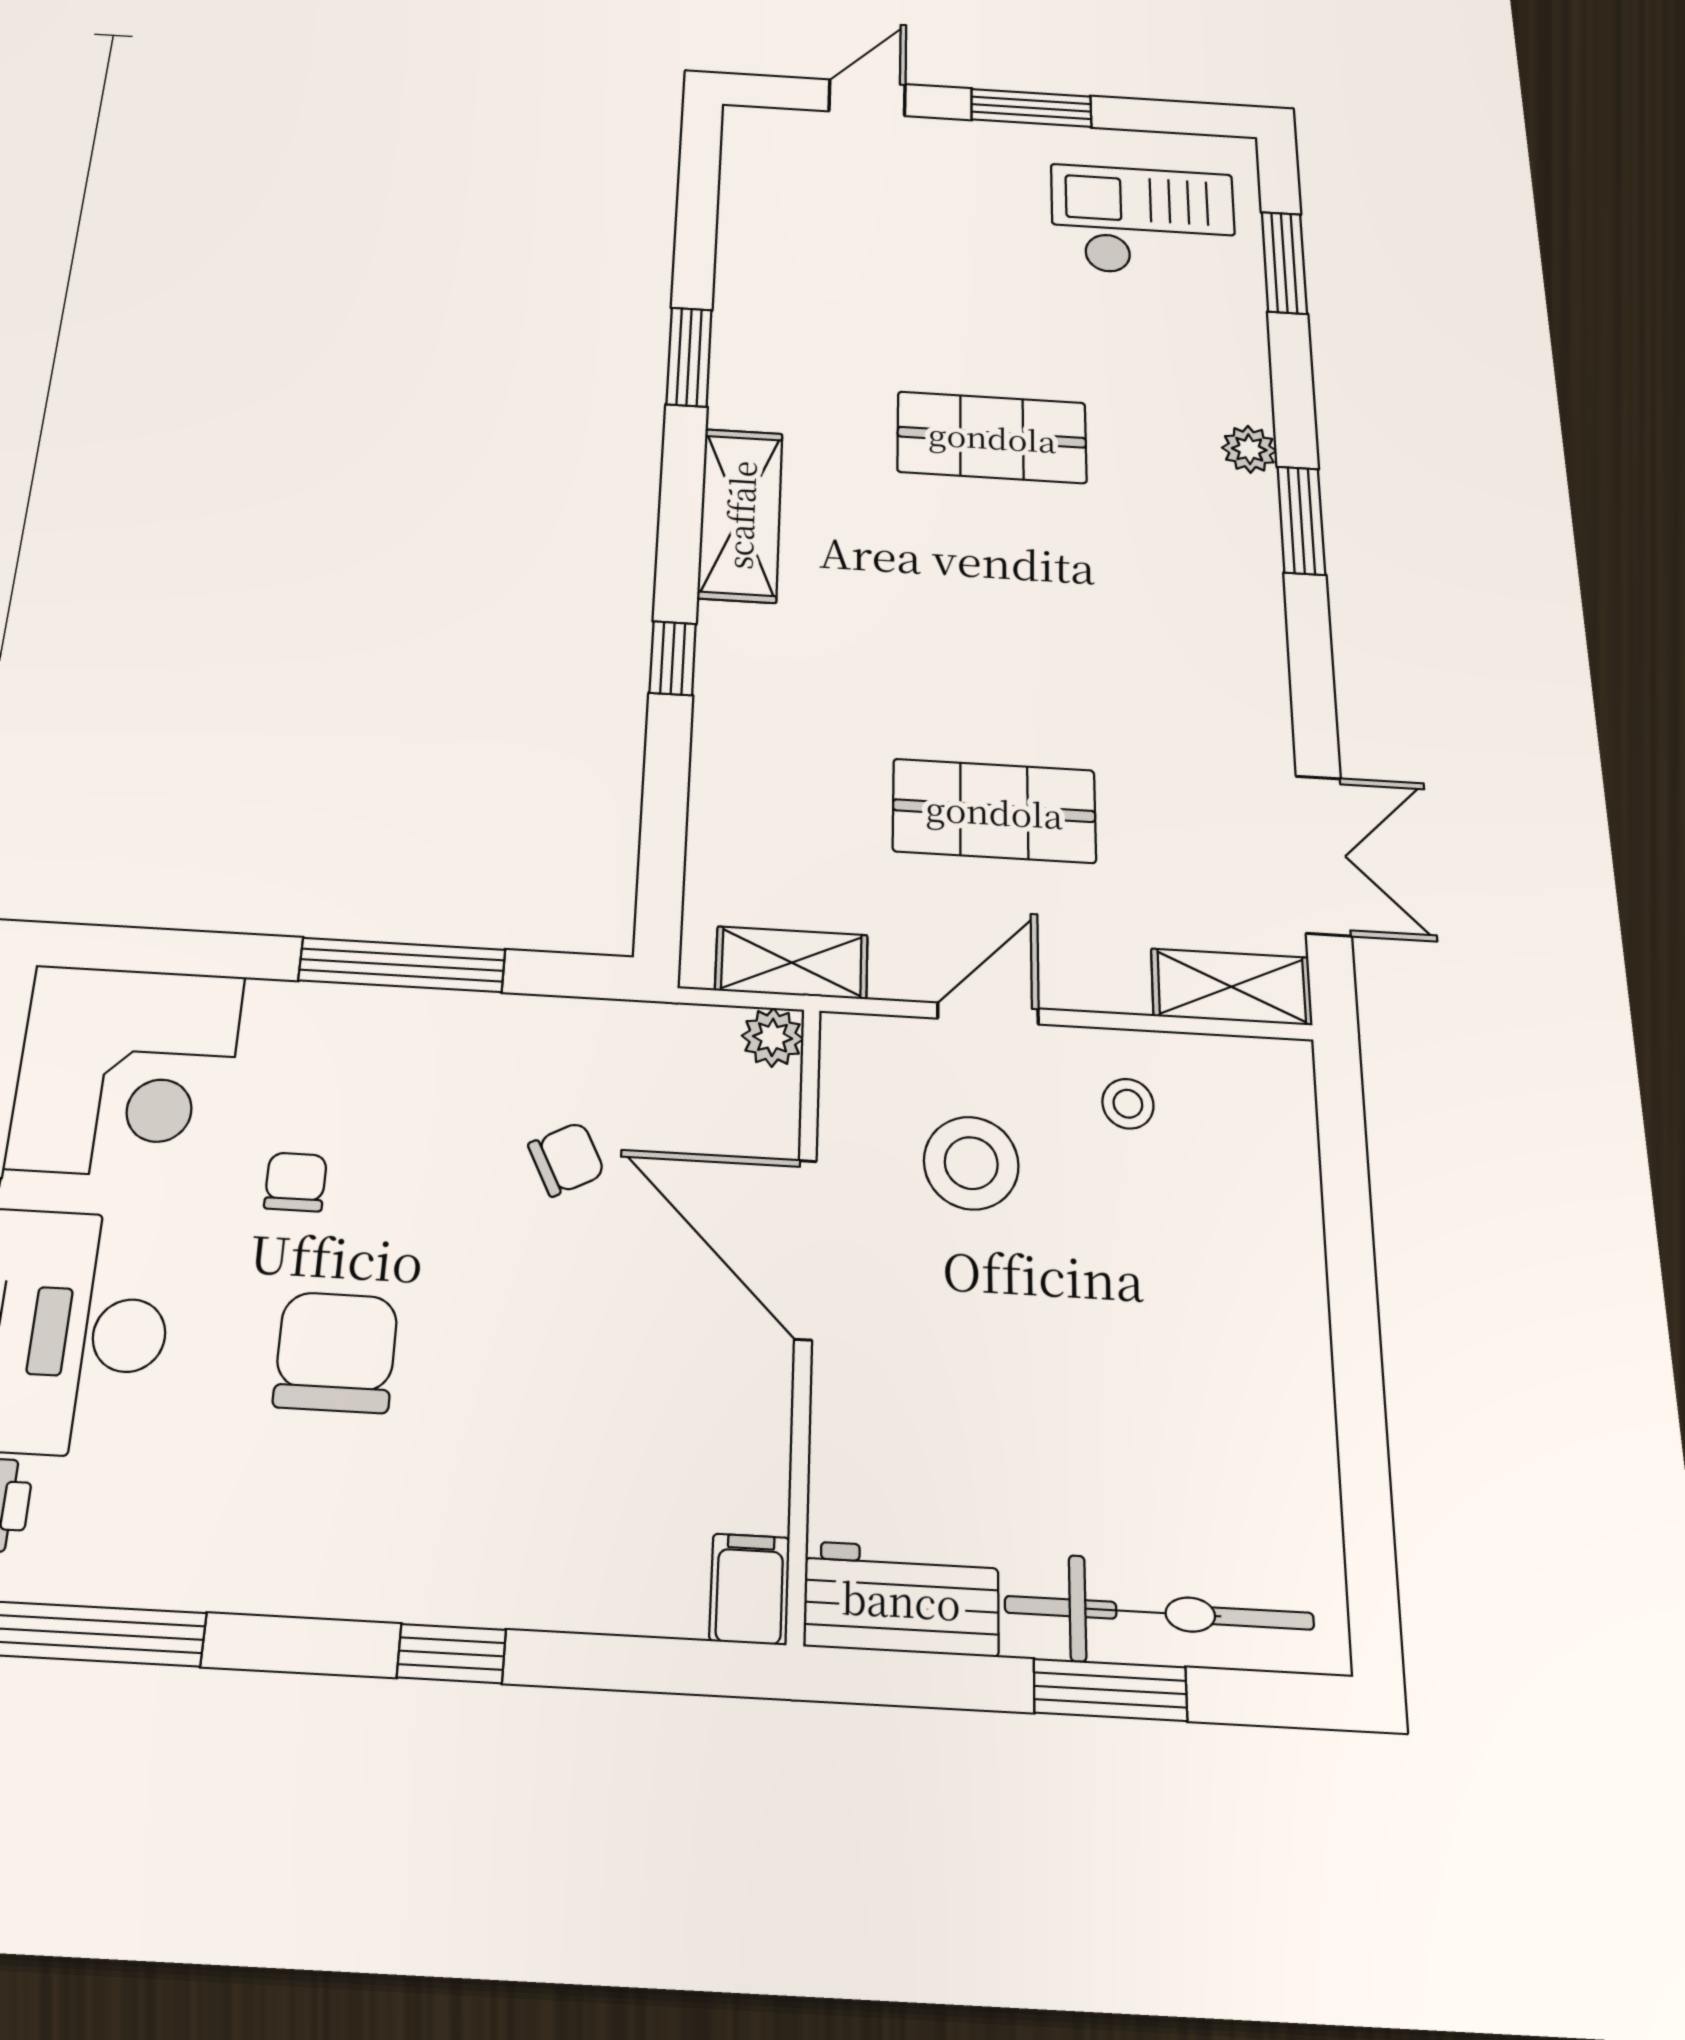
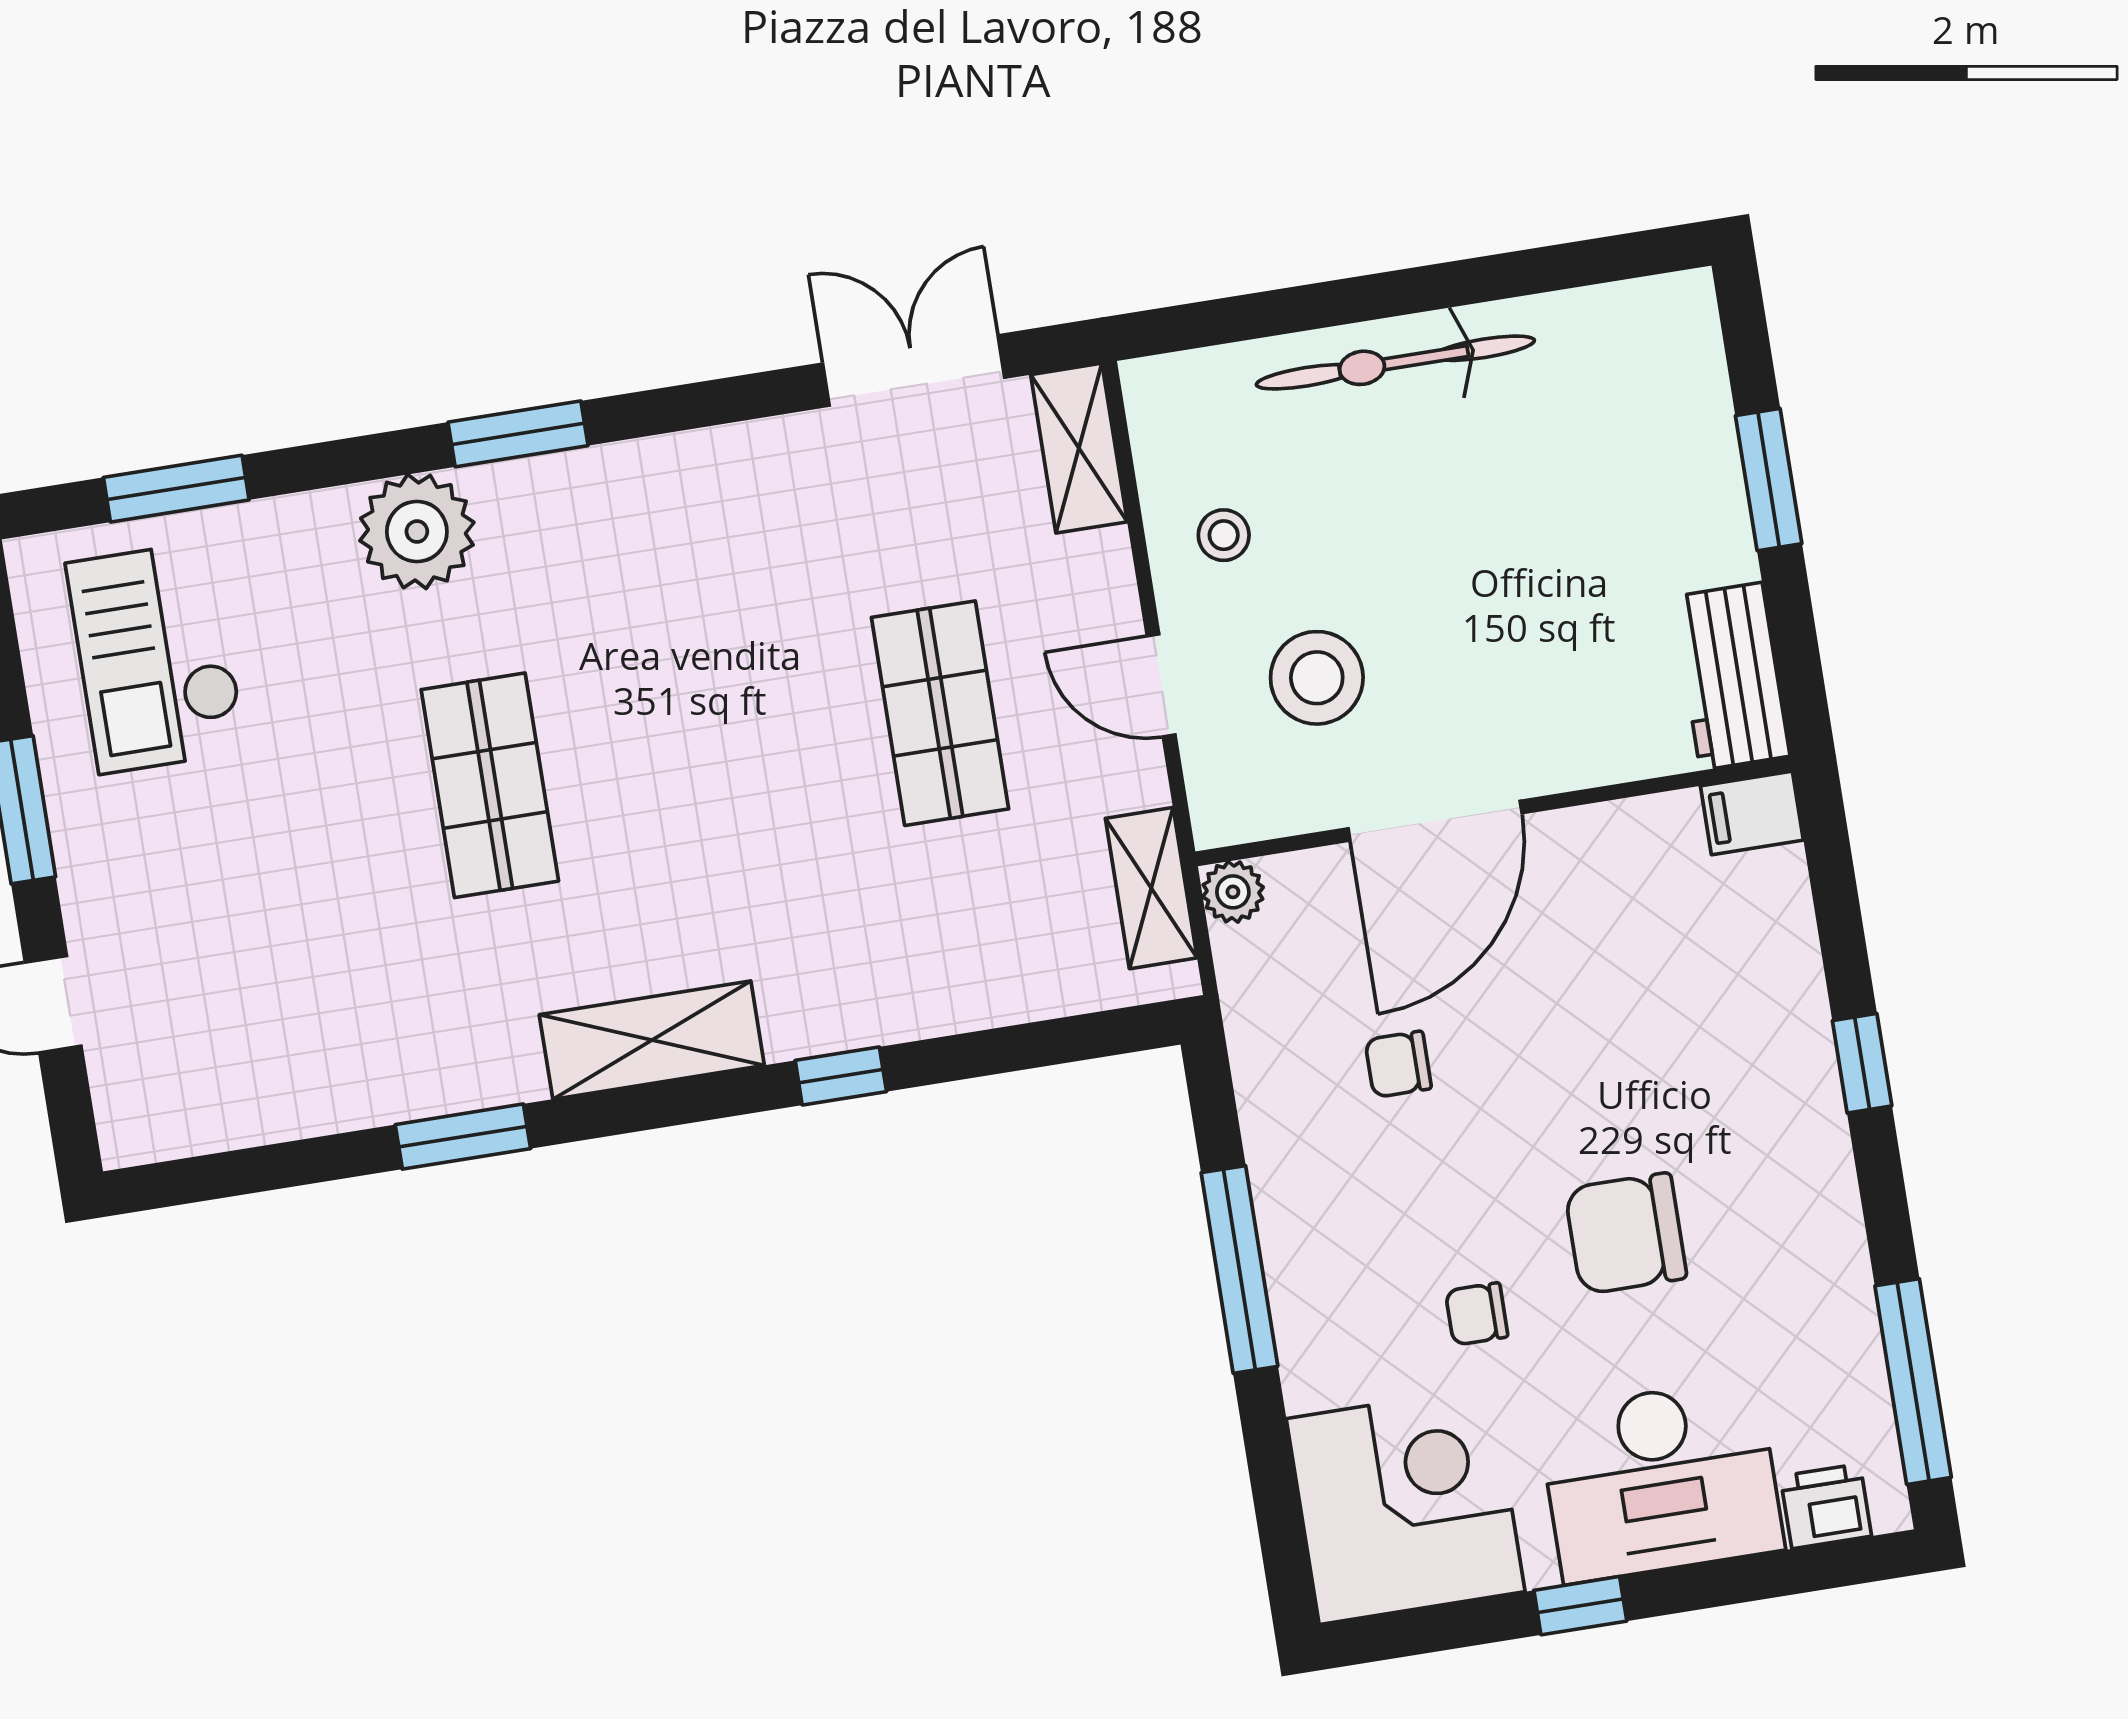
plant: (1249, 449) -> (417, 532), width x1.88, depth x1.88
chair: (567, 1159) -> (1398, 1064), turned -63
bicycle: (1159, 1613) -> (1395, 363), moved, turned -90

